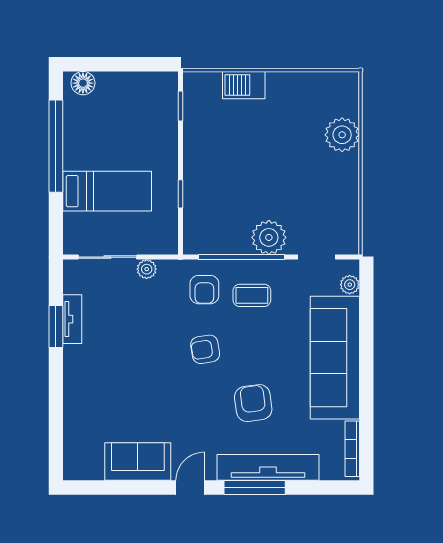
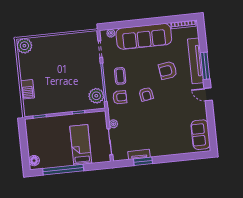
plant: (342, 135) -> (24, 46), moved
plant: (269, 237) -> (96, 96), moved
sofa: (138, 461) -> (201, 135), moved

